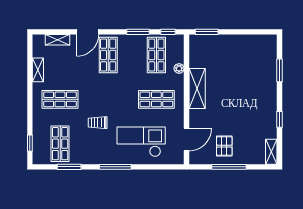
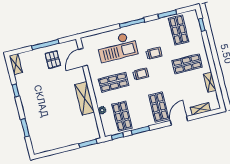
trolley: (120, 101) -> (141, 74), added

